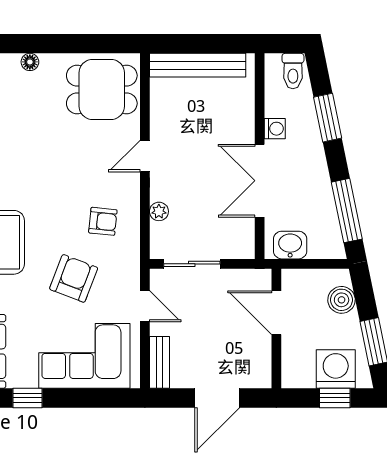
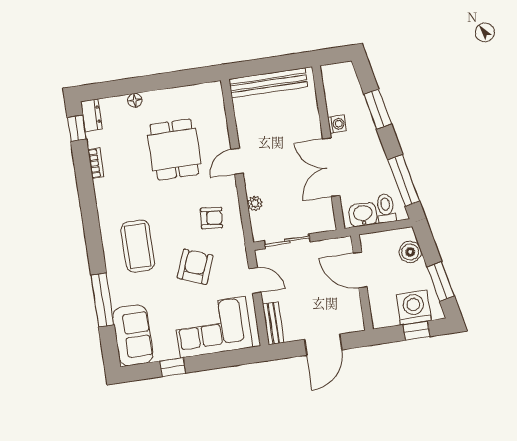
toilet: (293, 71) -> (386, 208), moved, turned 180
dining table: (102, 89) -> (174, 149), moved, turned 90

